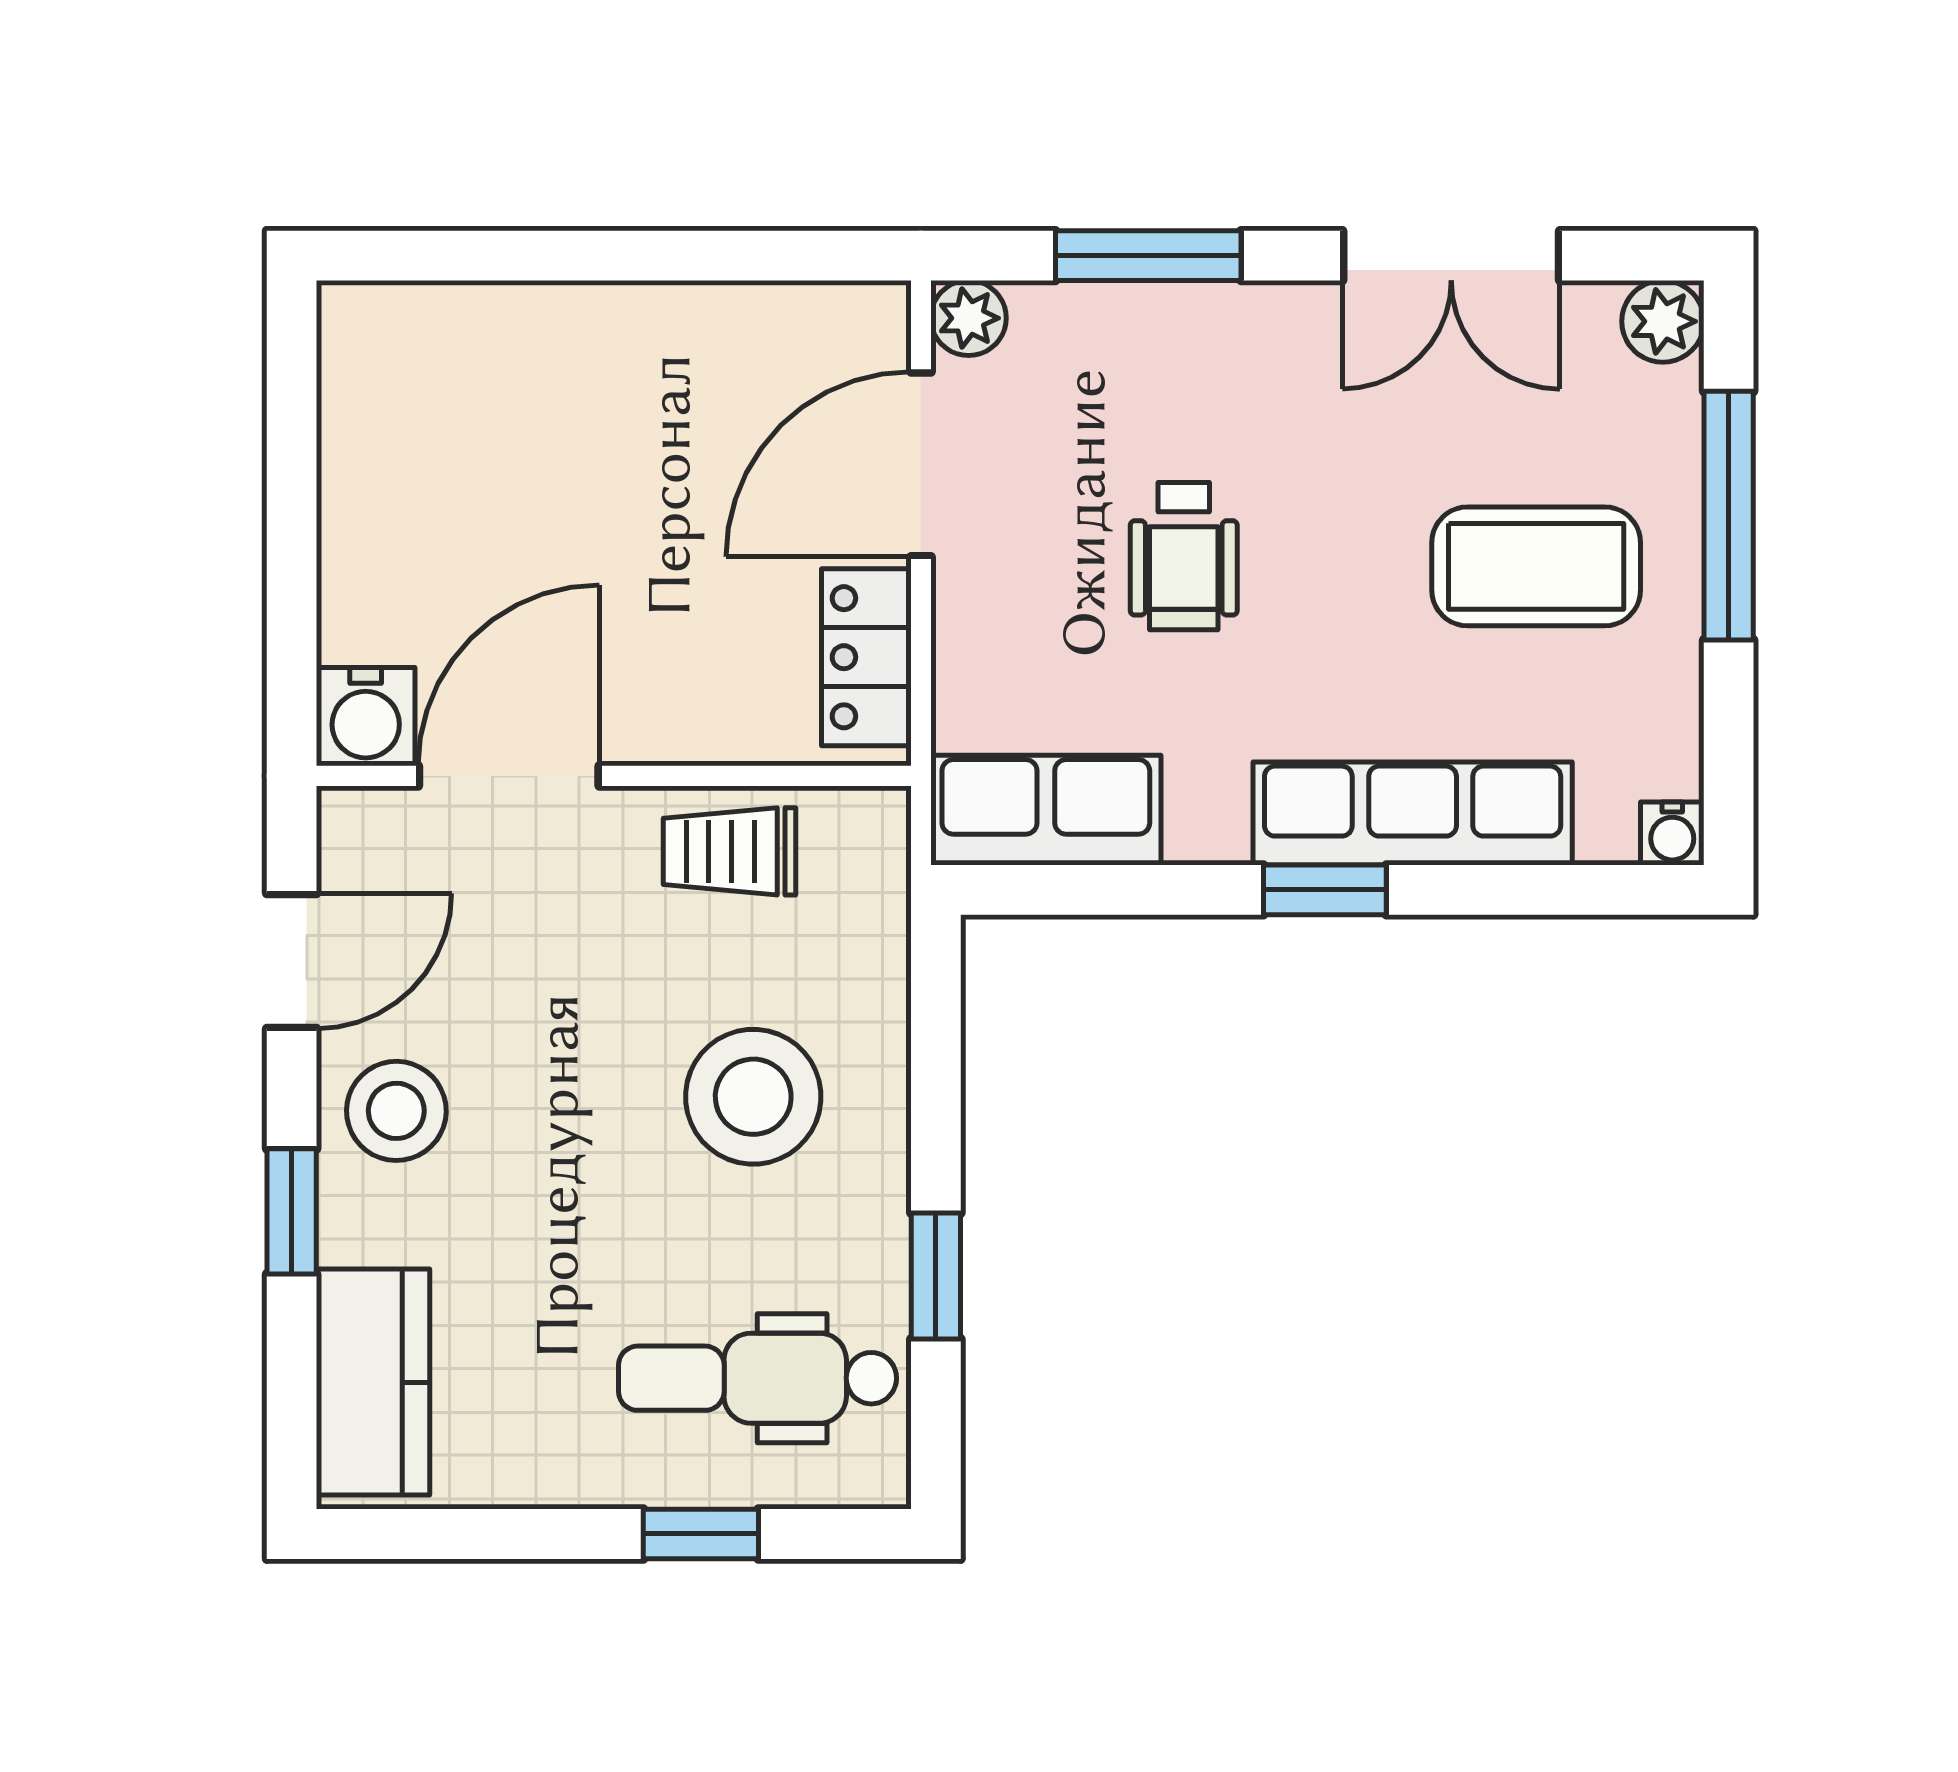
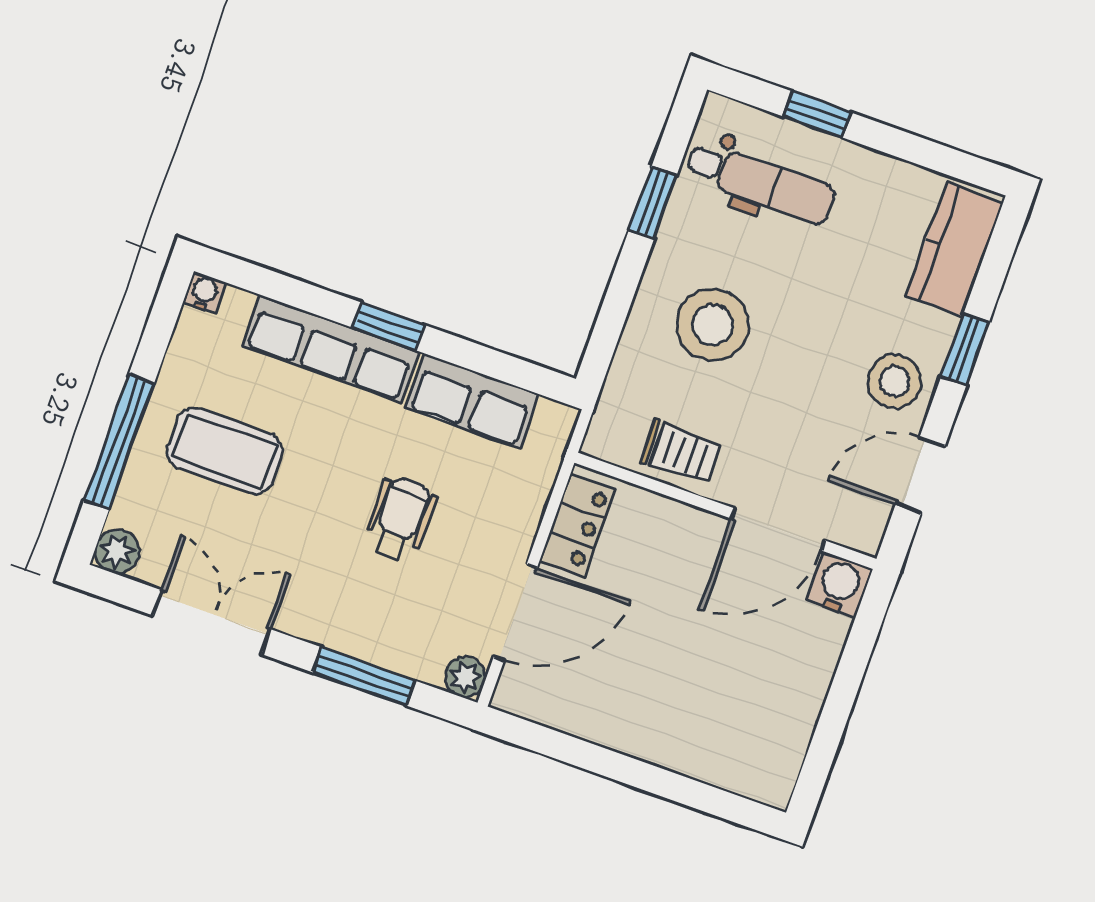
row of seats: (1046, 810) -> (472, 401), moved

